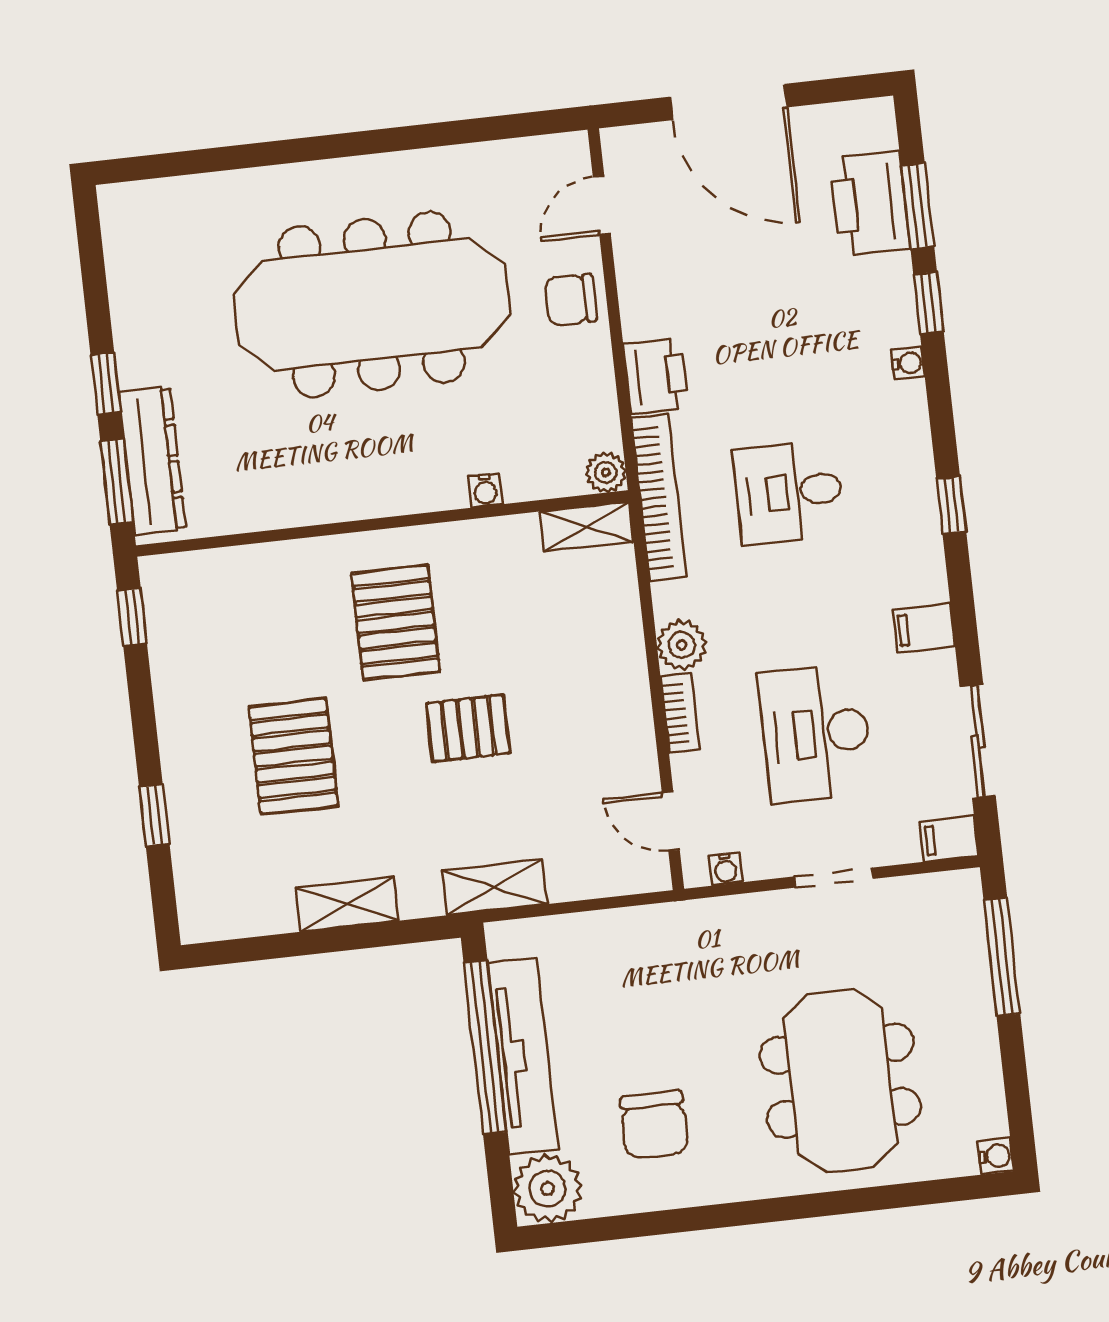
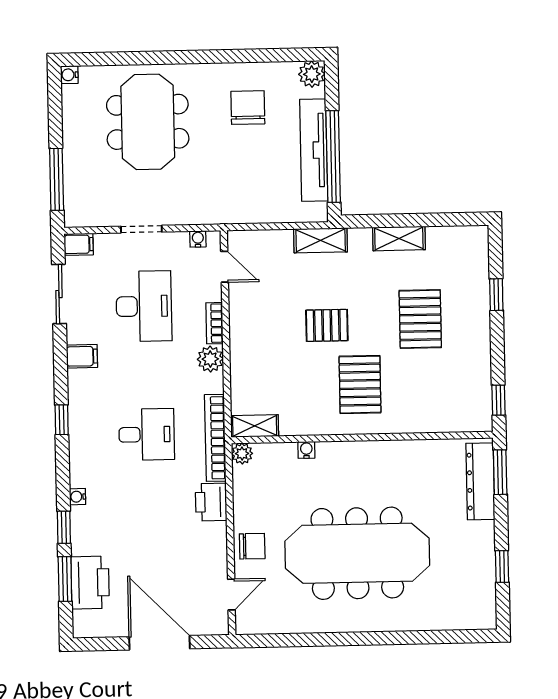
window: (106, 384) -> (502, 567), moved
plant: (548, 1189) -> (312, 74), width x0.73, depth x0.73

